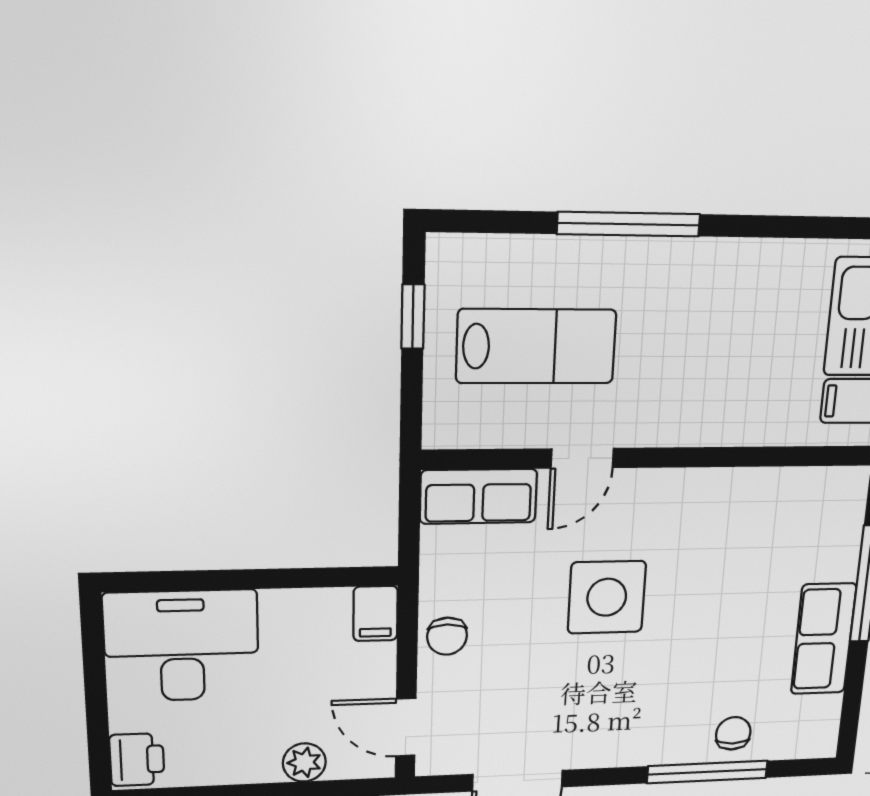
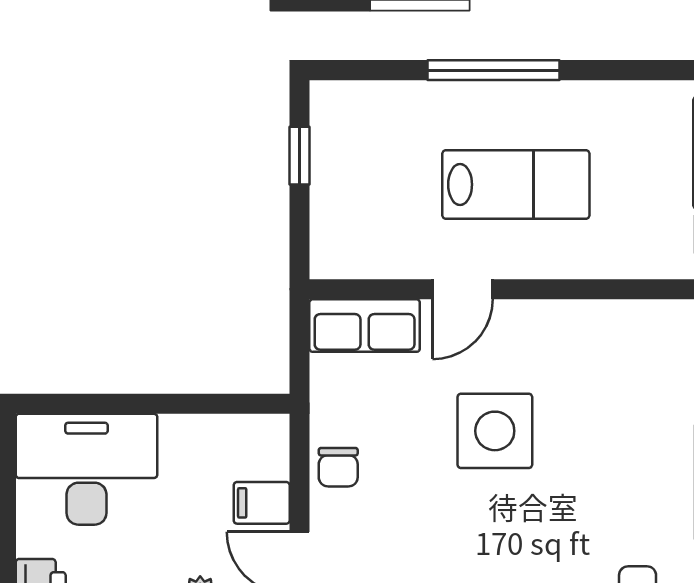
lab bench: (536, 346) -> (516, 184), moved
filing cabinet: (376, 614) -> (262, 503), moved, turned 90

